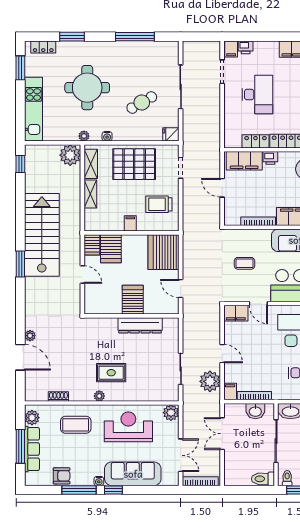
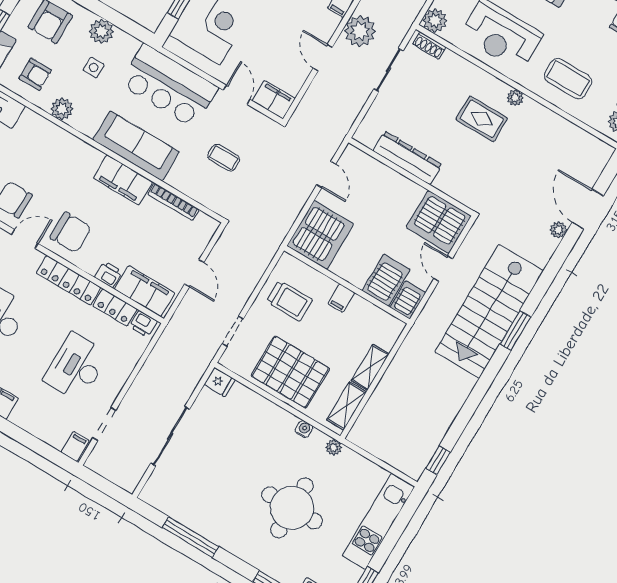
printer: (246, 47) -> (143, 324), moved, turned 180
cafe table: (142, 103) -> (233, 446), removed
plant: (70, 155) -> (366, 433), removed
stairs: (42, 235) -> (489, 311), moved
server rack: (133, 300) -> (439, 222), moved, width x1.60
shoe rack: (58, 397) -> (429, 46), moved

